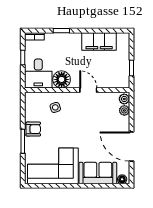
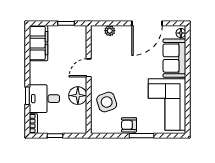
filing cabinet: (99, 41) -> (39, 43), moved
desk: (38, 74) -> (44, 99), moved, turned 180
plant: (124, 99) -> (98, 31), removed
side table: (55, 107) -> (107, 102), width x1.87, depth x1.87
armchair: (33, 129) -> (129, 125), turned -90

